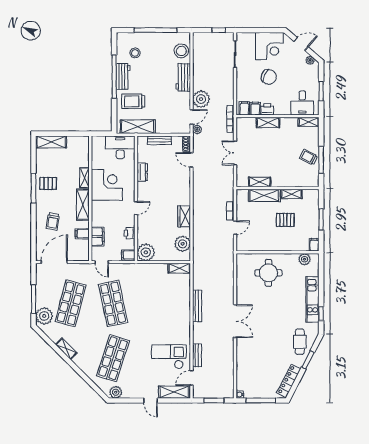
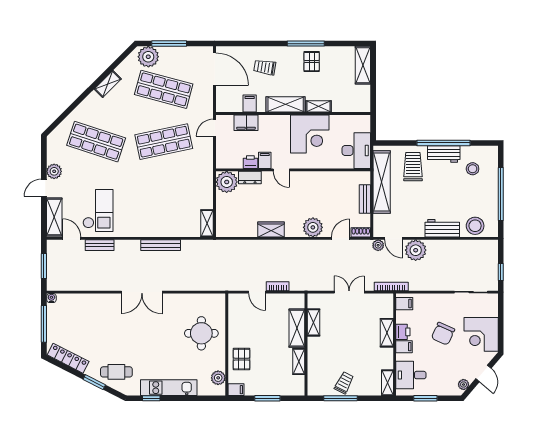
filing cabinet: (255, 109) -> (404, 347), moved
shelving: (138, 127) -> (382, 182), width x1.47
dresser: (142, 172) -> (250, 178), moved
pallet: (285, 220) -> (242, 359), moved
plant: (183, 244) -> (313, 227), moved
filing cabinet: (128, 255) -> (265, 160), moved
plant: (116, 392) -> (54, 171), moved

